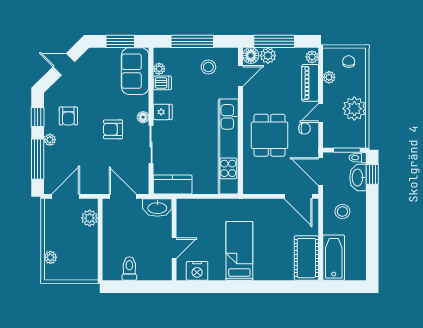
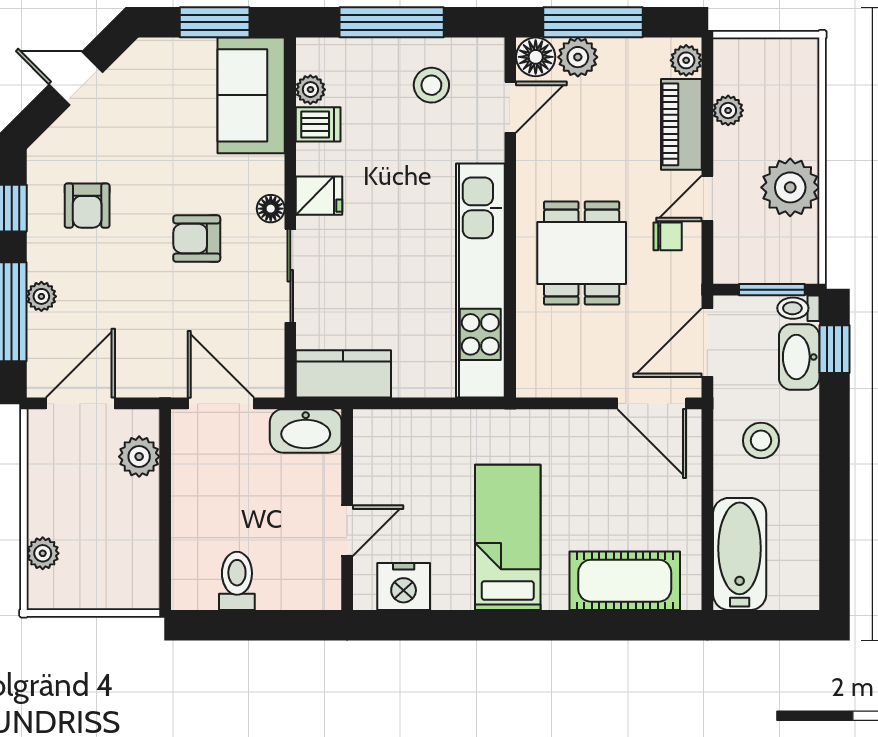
chair: (349, 62) -> (776, 72), removed
plant: (50, 140) -> (41, 296), moved
door: (321, 172) -> (707, 343), hinge flipped
cot: (306, 258) -> (625, 581), moved, turned 90

